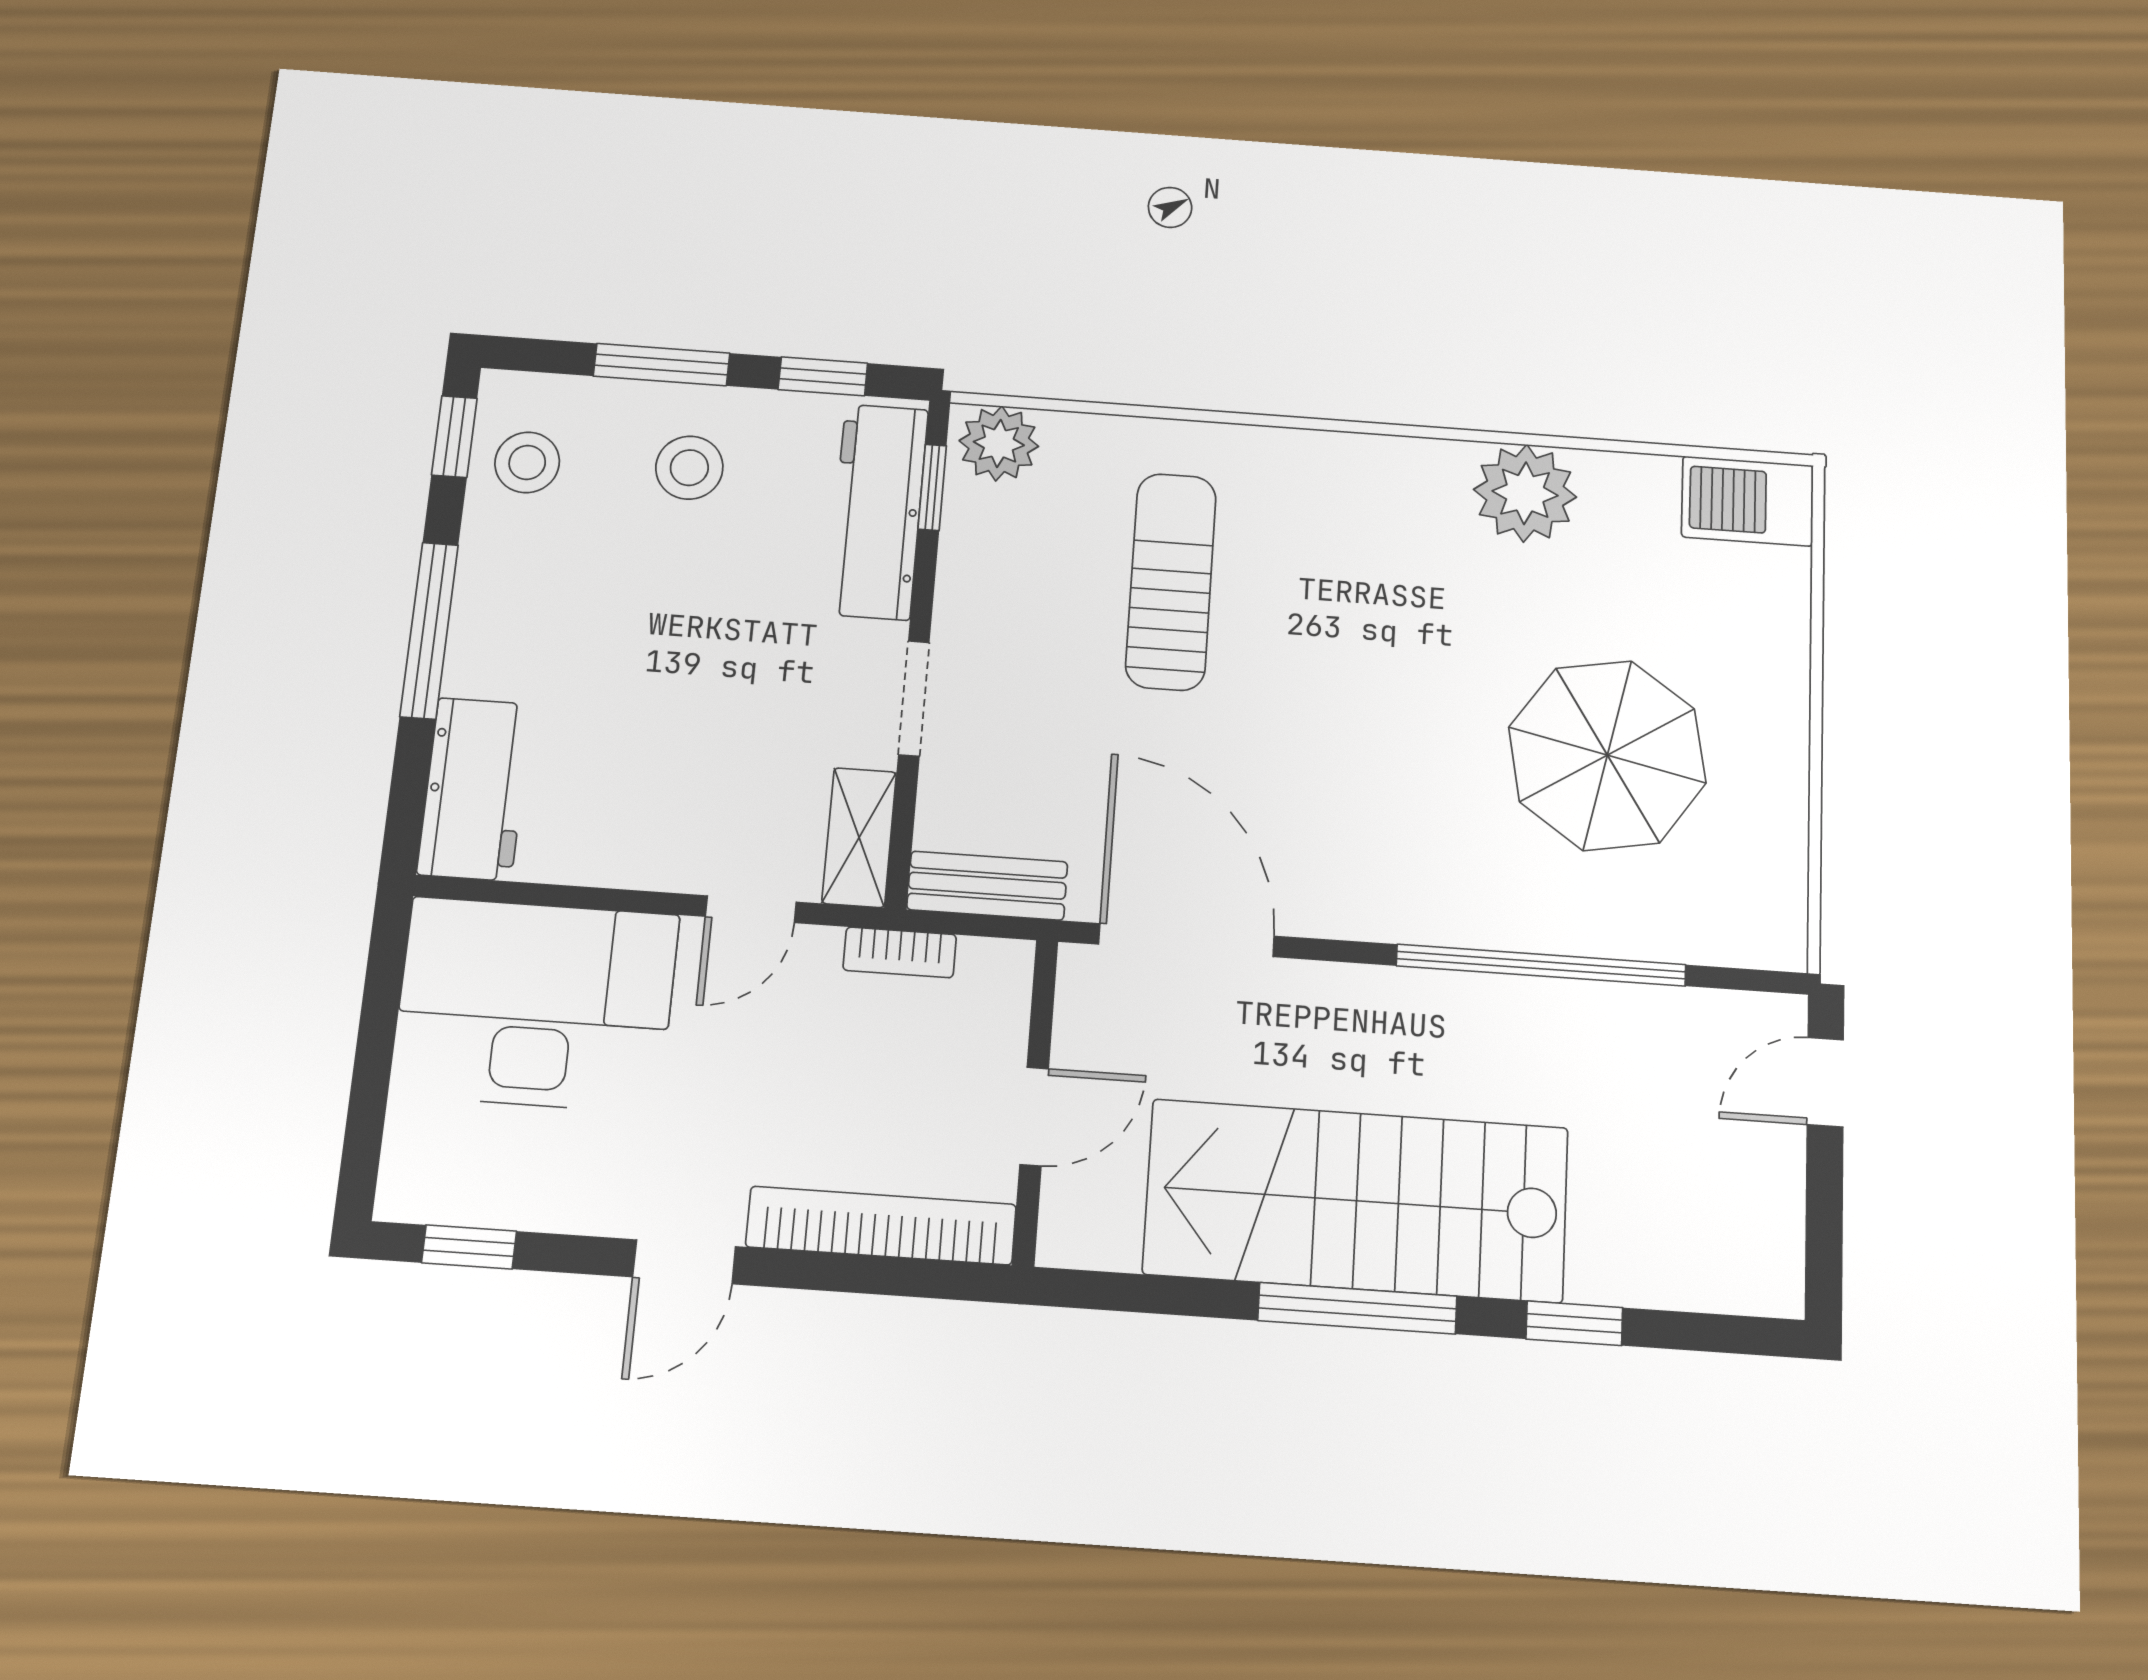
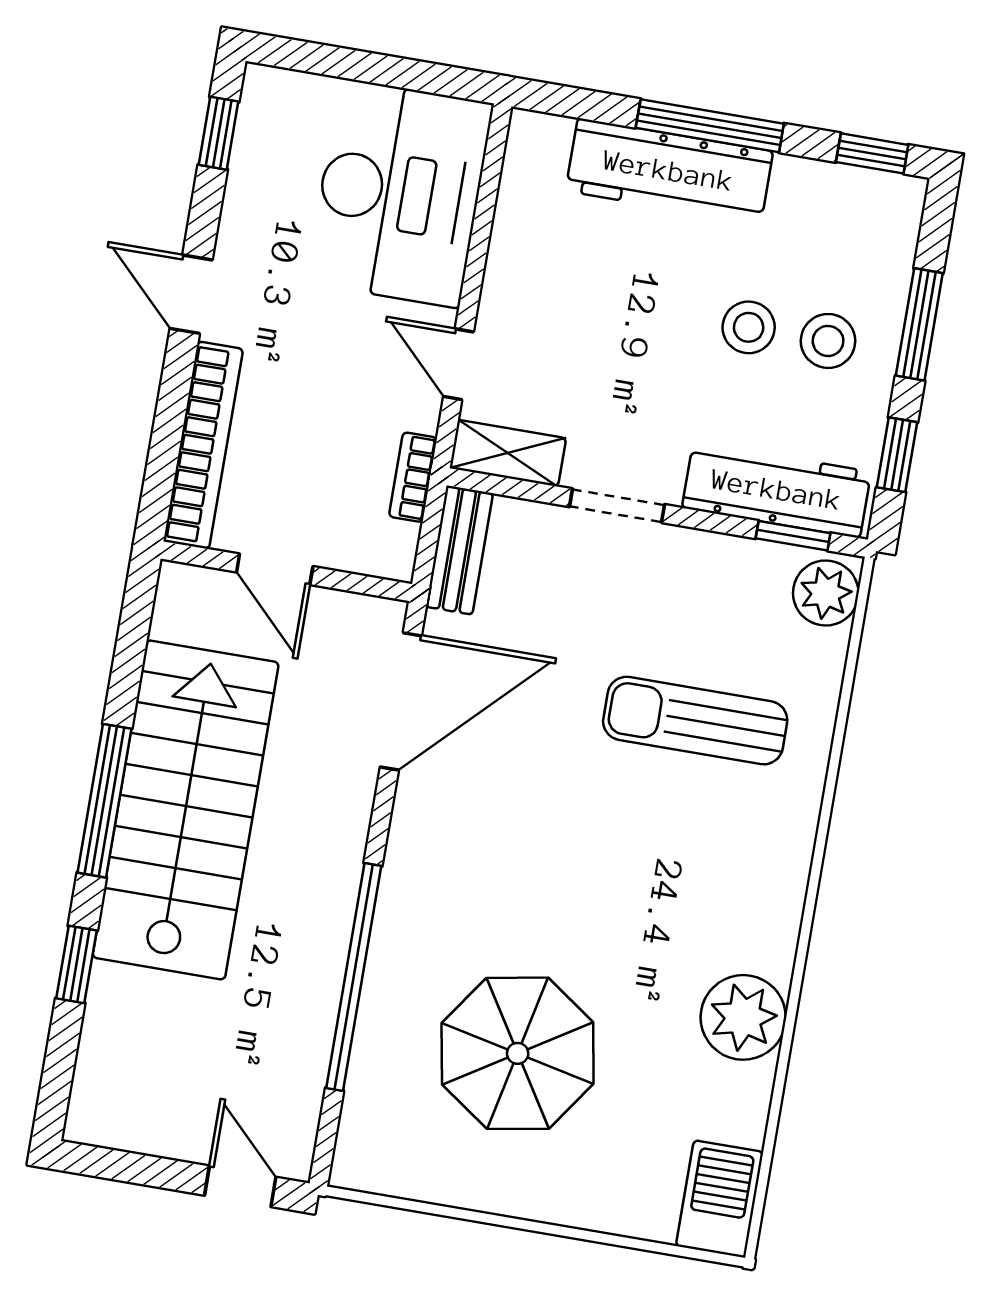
stool: (527, 462) -> (749, 327), moved
sun lounger: (1171, 581) -> (695, 721), turned 180
workbench: (475, 789) -> (669, 171), moved, width x1.38

